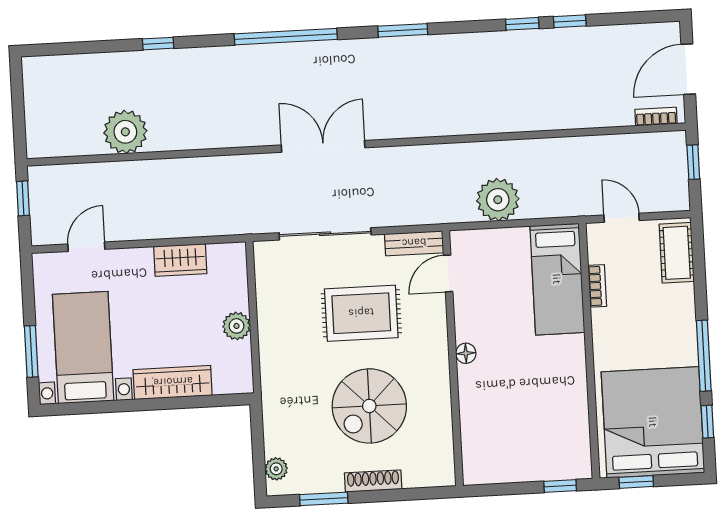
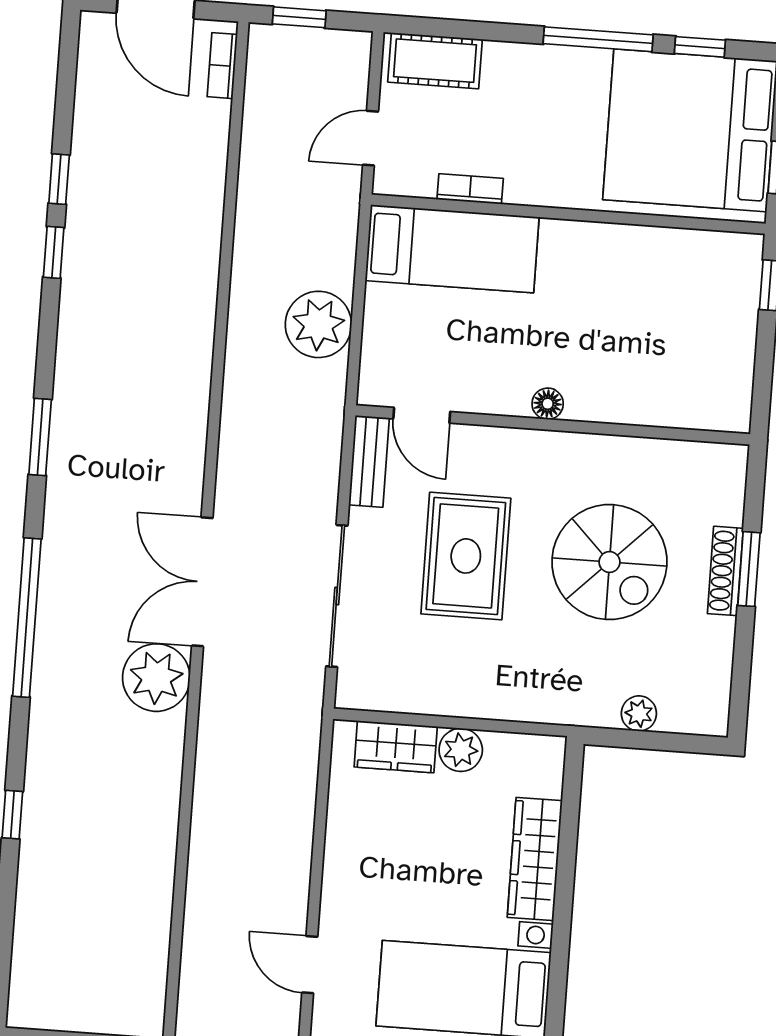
plant: (125, 132) -> (156, 678), moved
wardrobe: (180, 260) -> (396, 747), moved, turned 90
plant: (276, 469) -> (639, 713), moved
window: (324, 499) -> (749, 569), moved

